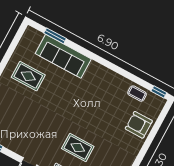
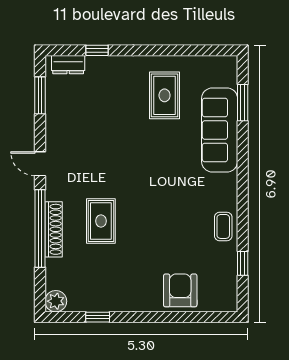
window: (159, 92) -> (243, 263), moved
coffee table: (137, 94) -> (223, 226), moved

